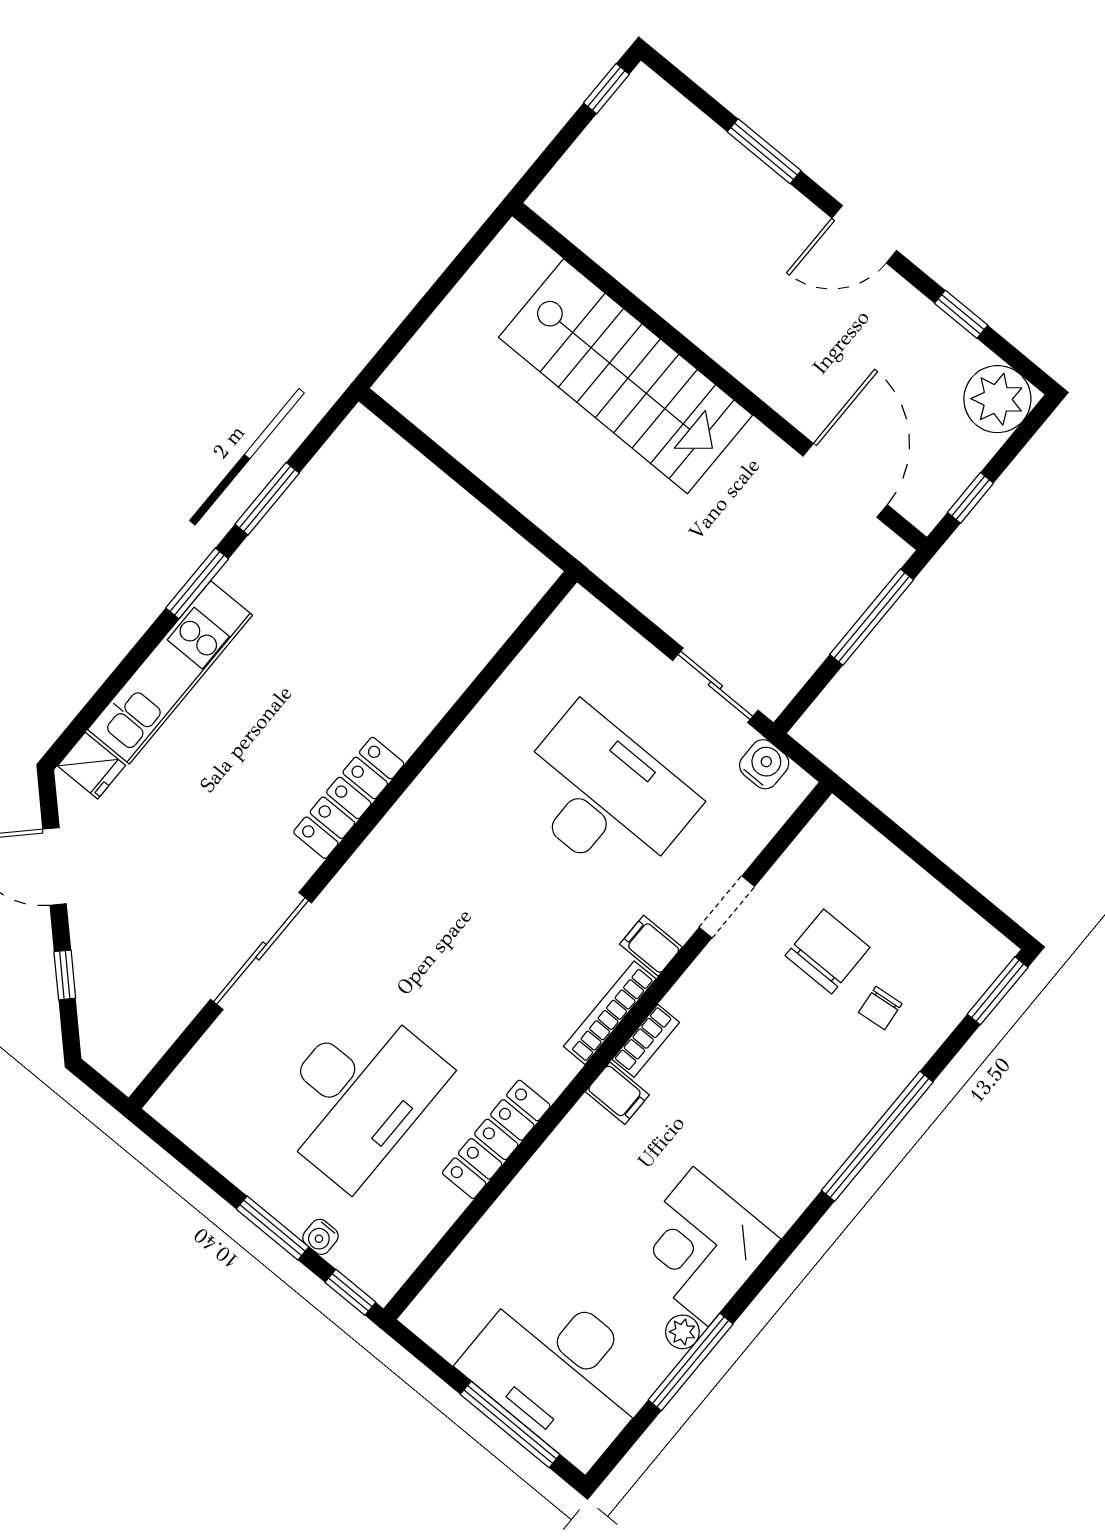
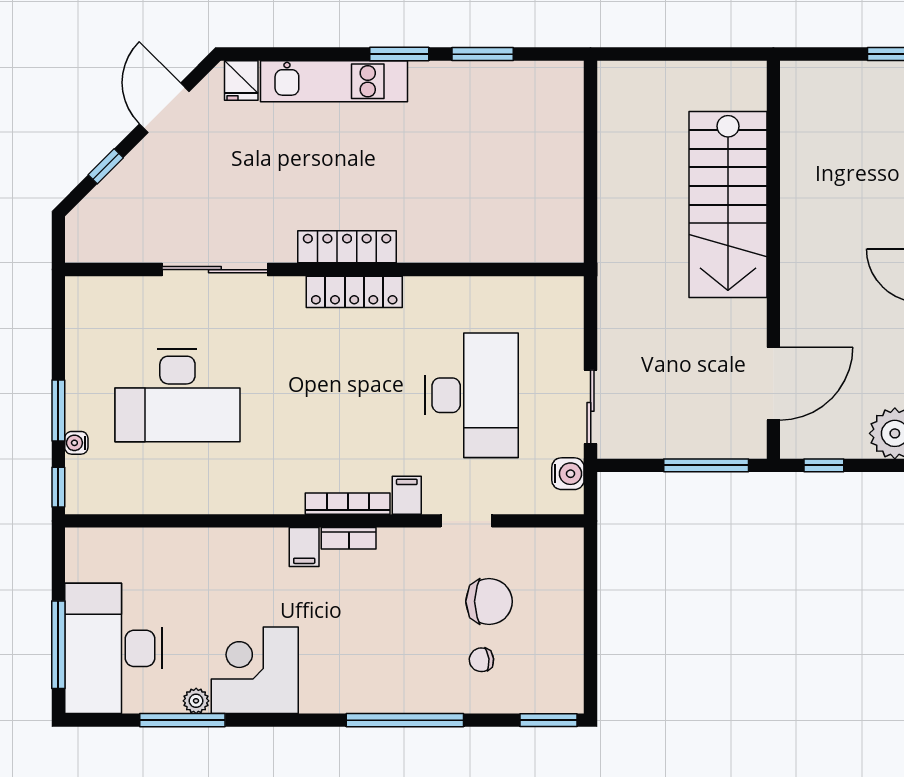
locker: (496, 1139) -> (354, 292), moved, turned 180

